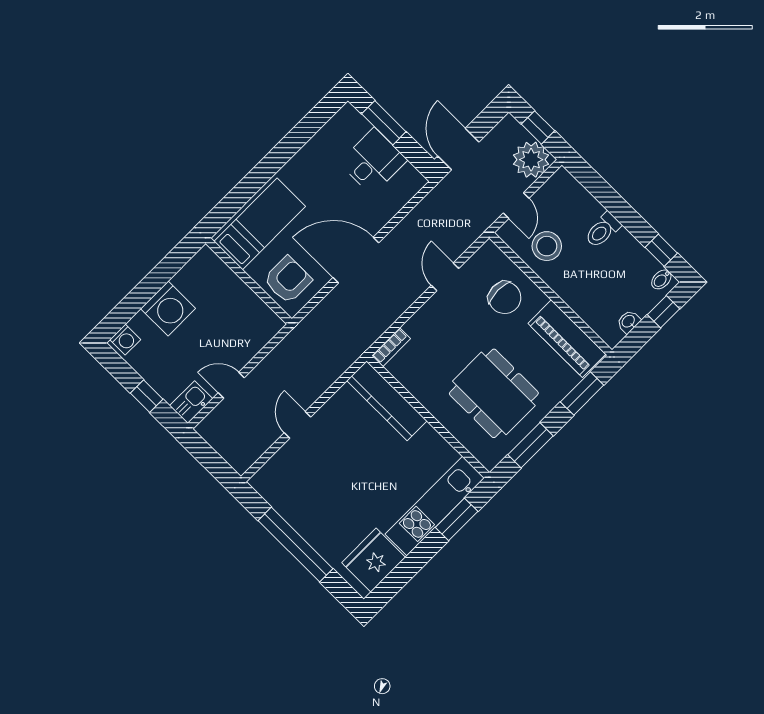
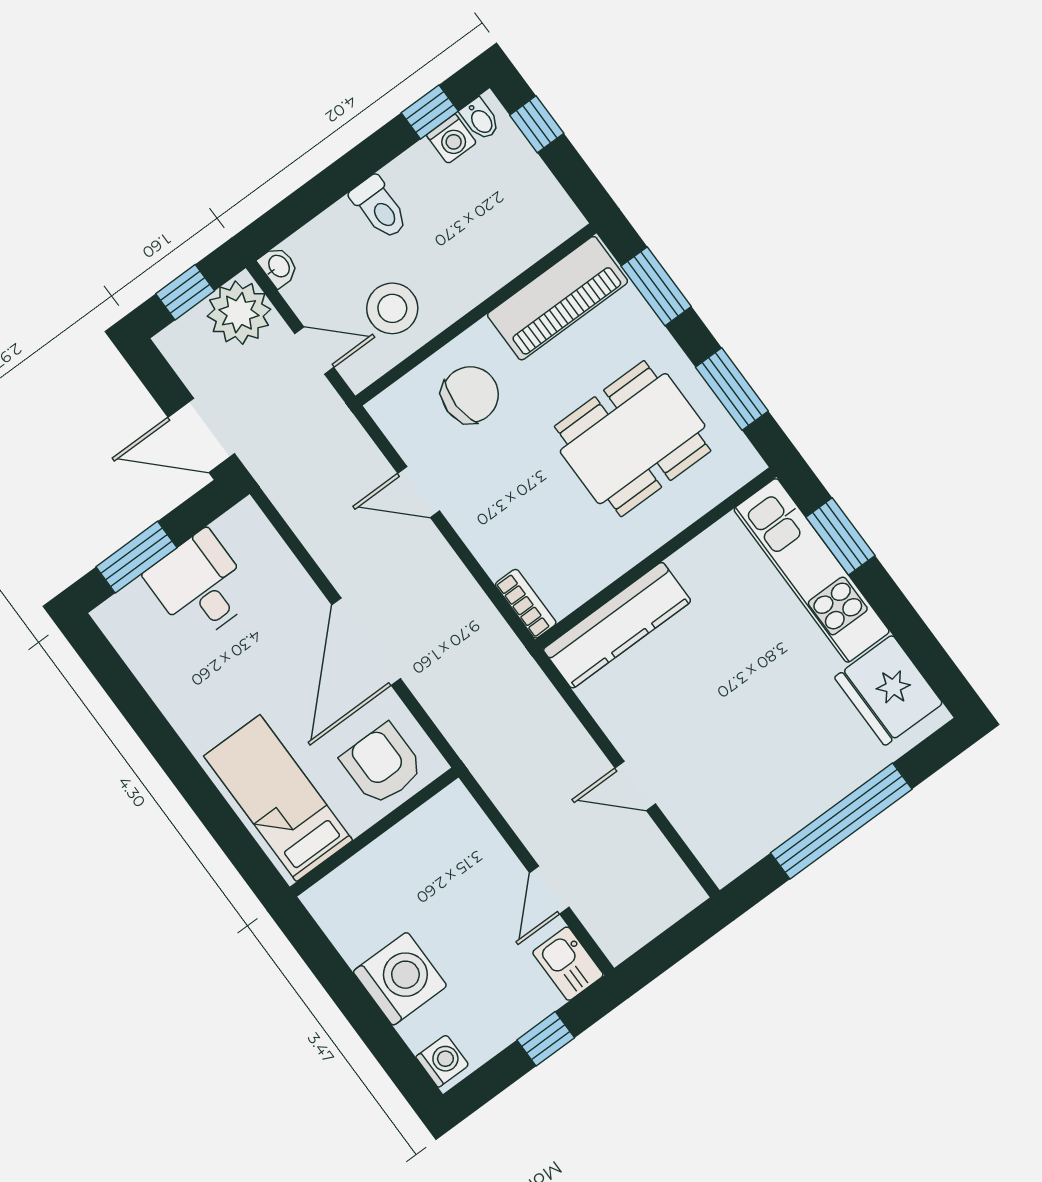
washing machine: (648, 265) -> (451, 139), added
washbasin: (629, 322) -> (278, 267), moved, turned 180

